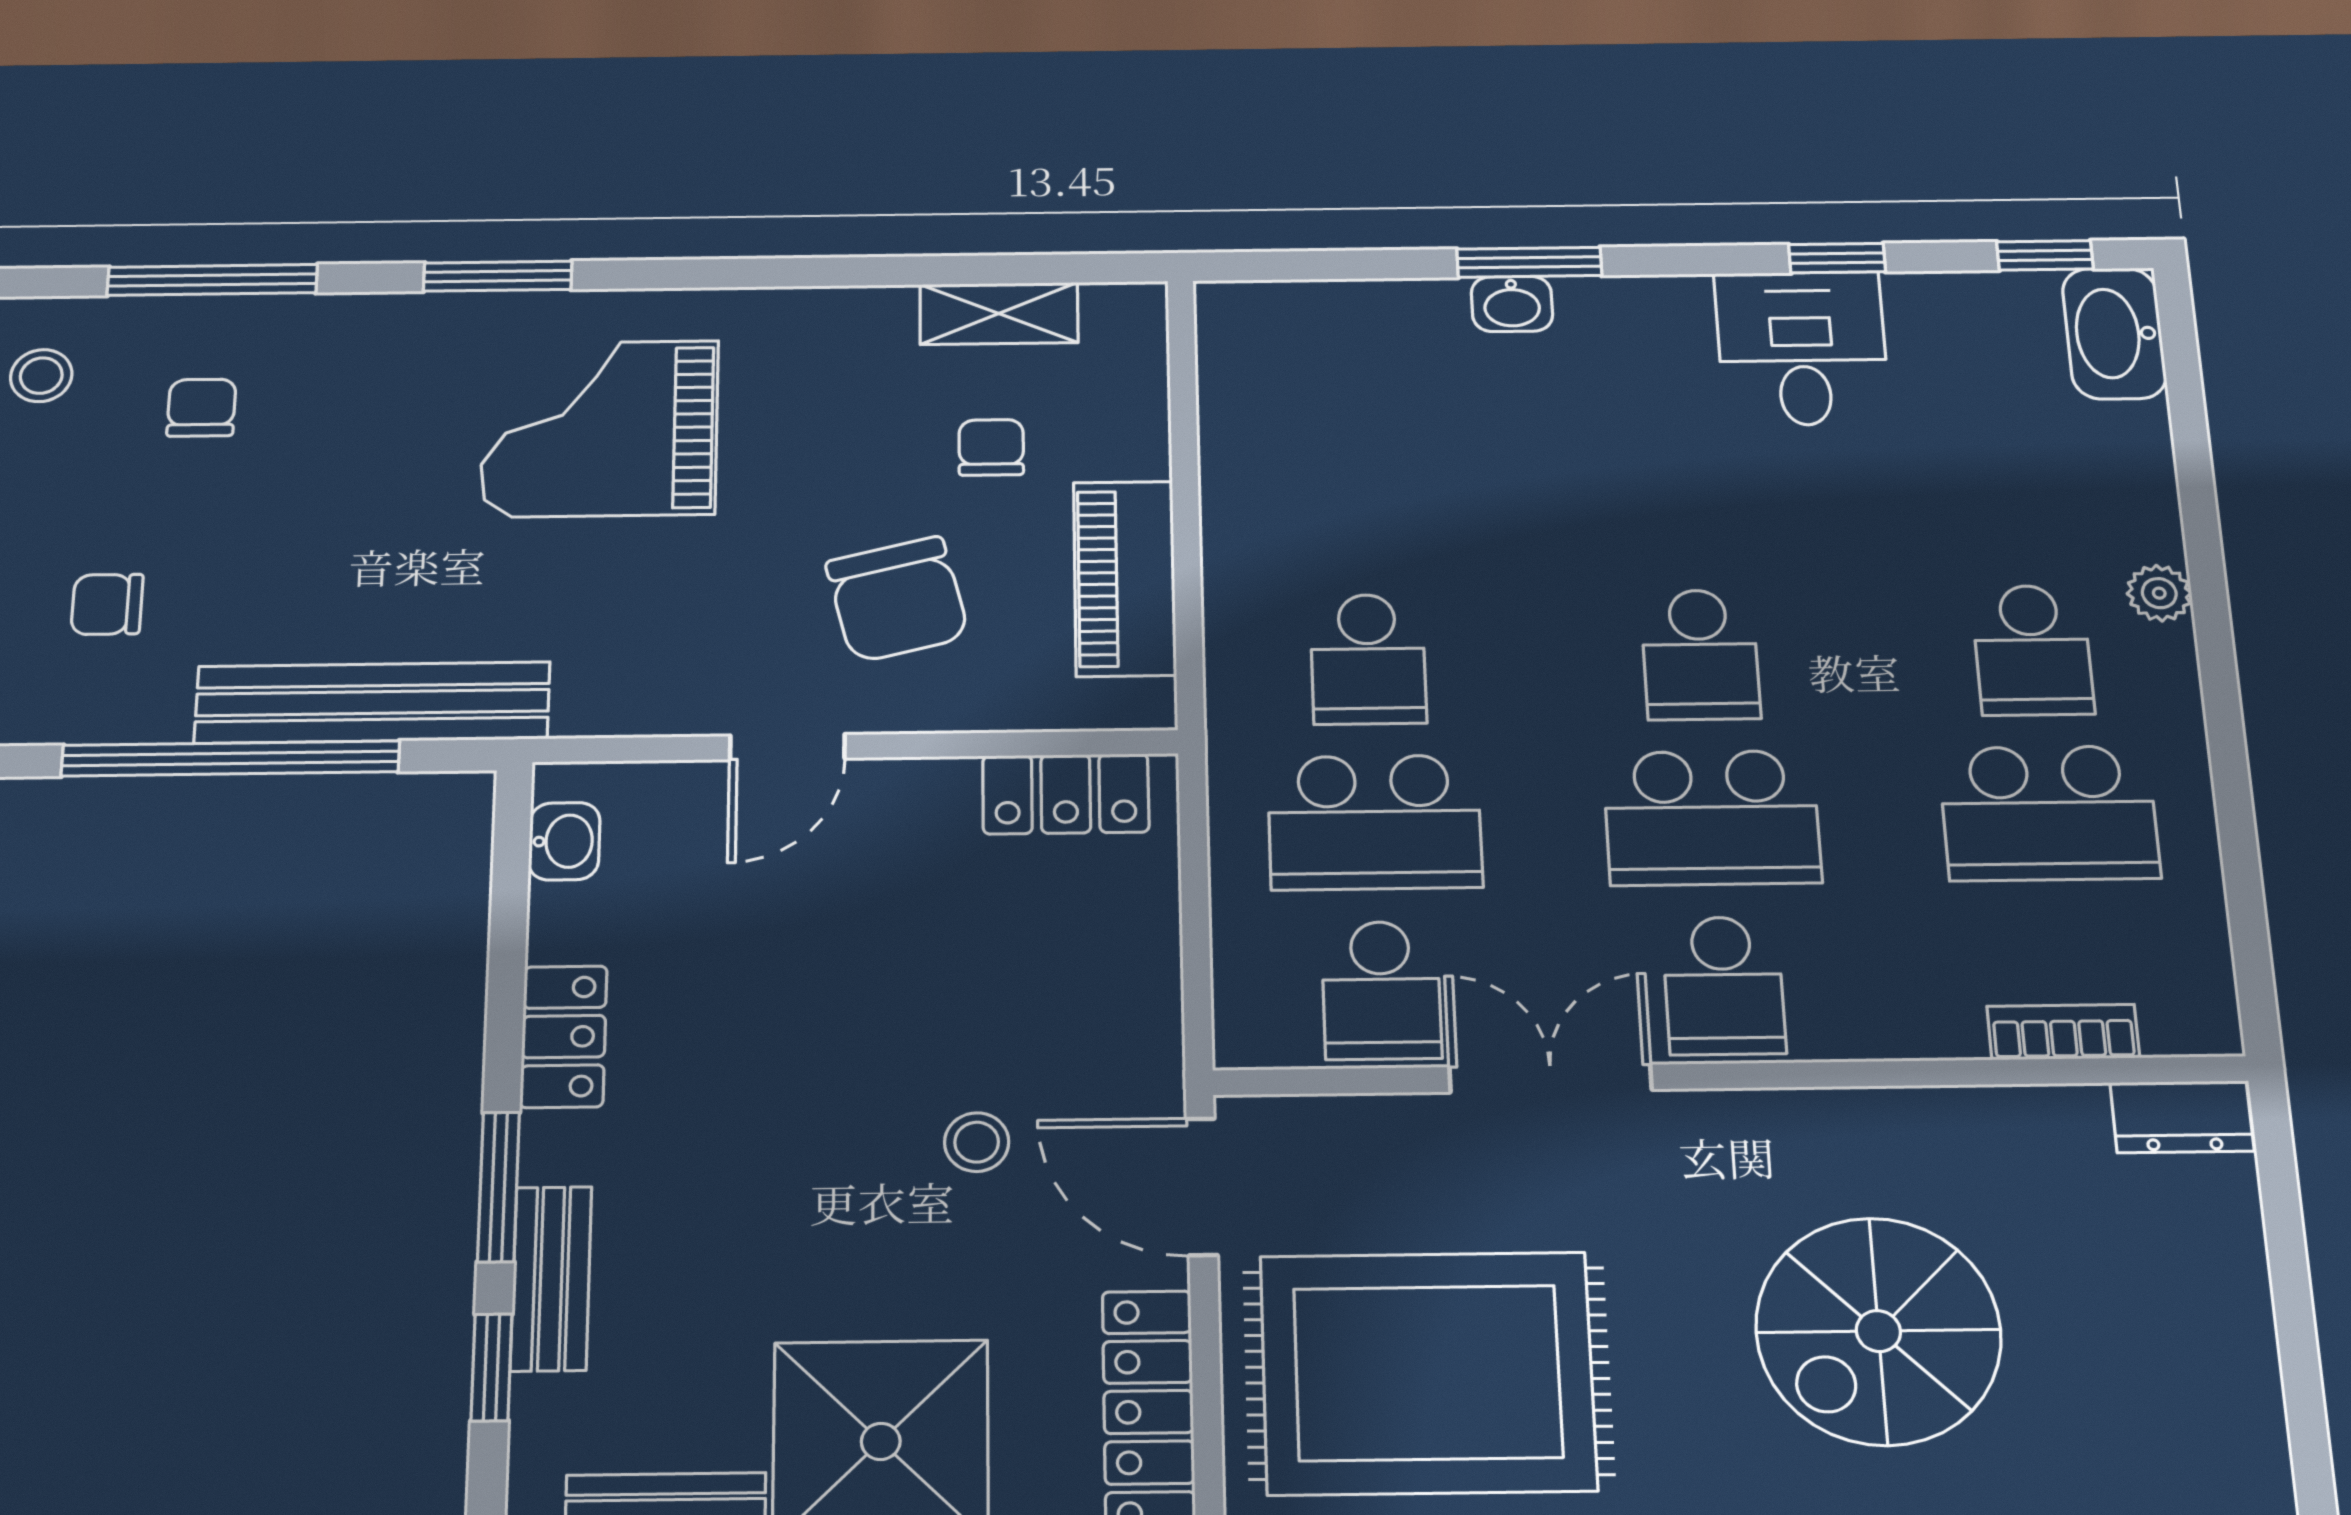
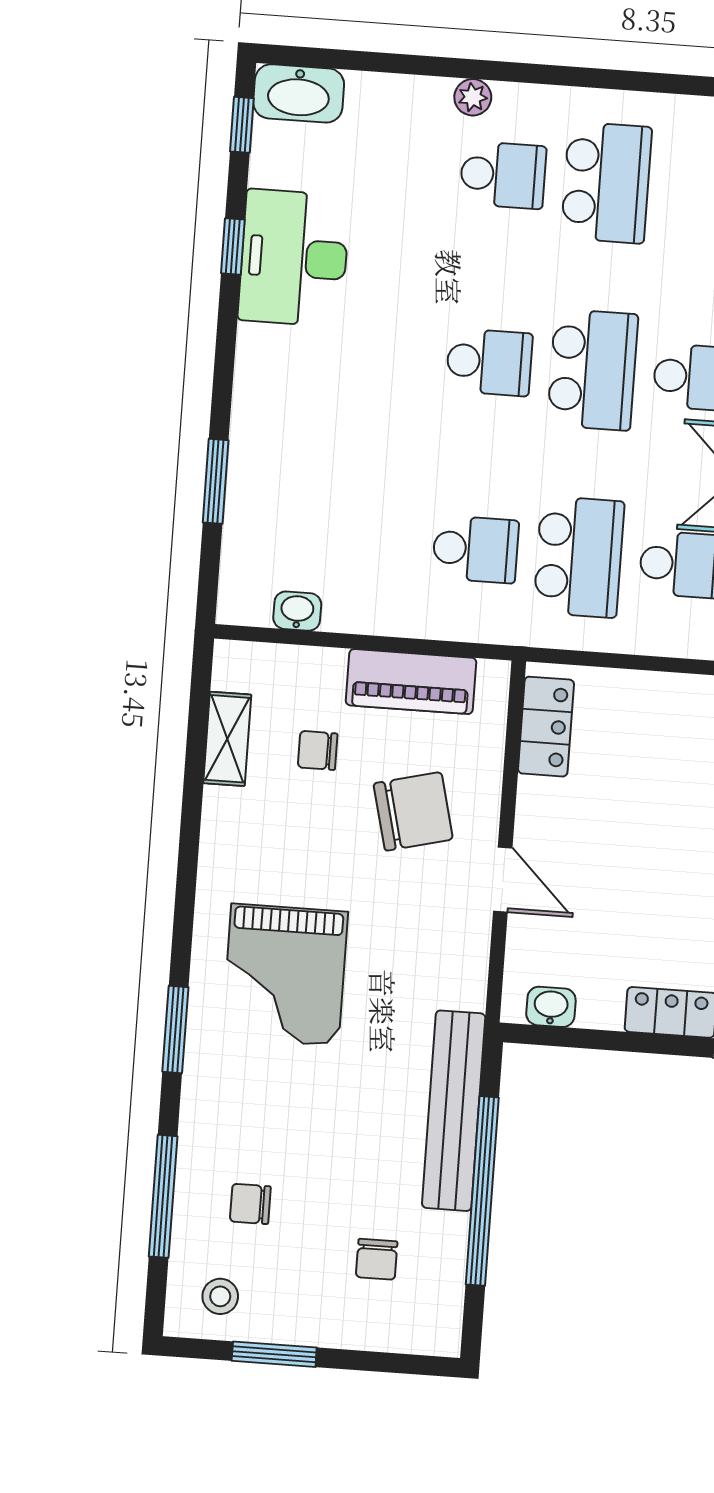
window: (1529, 262) -> (216, 481), moved
washbasin: (1512, 304) -> (297, 611), moved, turned -90
desk: (1802, 348) -> (294, 258), width x1.37

